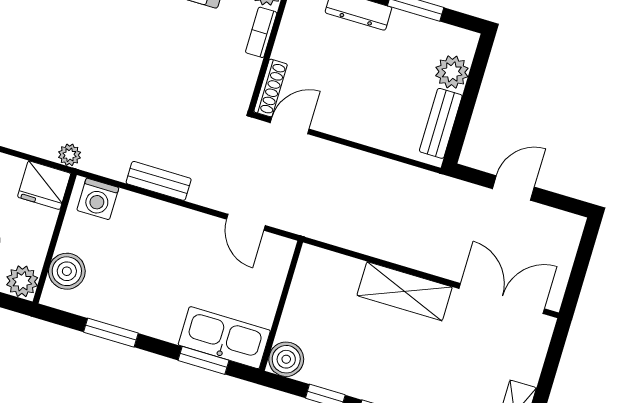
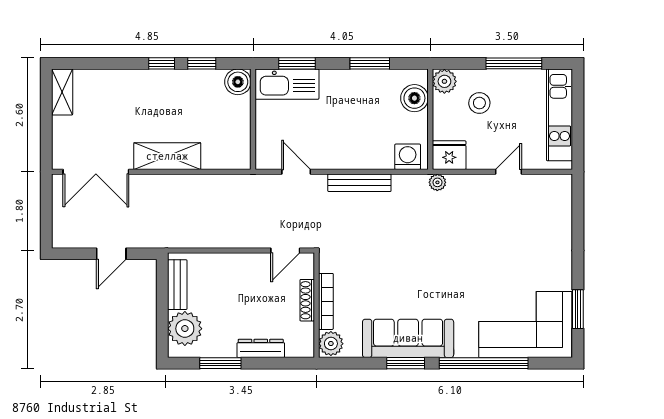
bookcase: (261, 32) -> (326, 301), width x1.56
plant: (452, 72) -> (185, 329), width x1.36, depth x1.36
shoe rack: (271, 88) -> (307, 300), moved
bench: (159, 181) -> (359, 183), width x1.36

